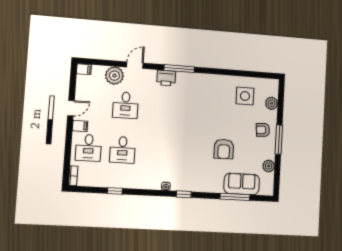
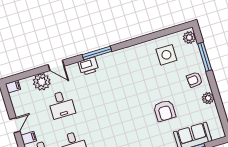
door: (135, 65) -> (56, 65), swing flipped
plant: (272, 103) -> (189, 38), moved
window: (279, 139) -> (205, 57), moved
plant: (269, 166) -> (208, 98), moved

